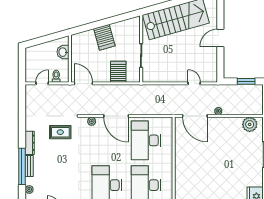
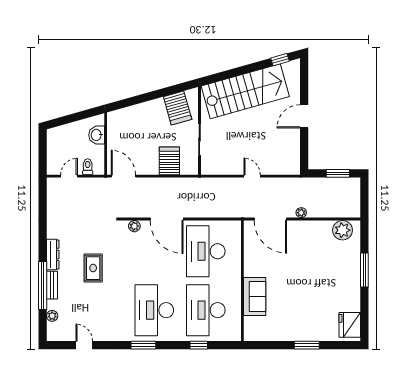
server rack: (104, 37) -> (178, 108), moved
door: (194, 83) -> (252, 176), moved
rug: (60, 132) -> (93, 268), moved, turned 90
sofa: (183, 175) -> (255, 297), added

